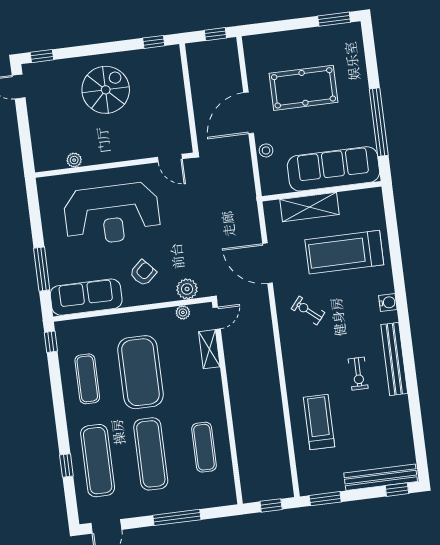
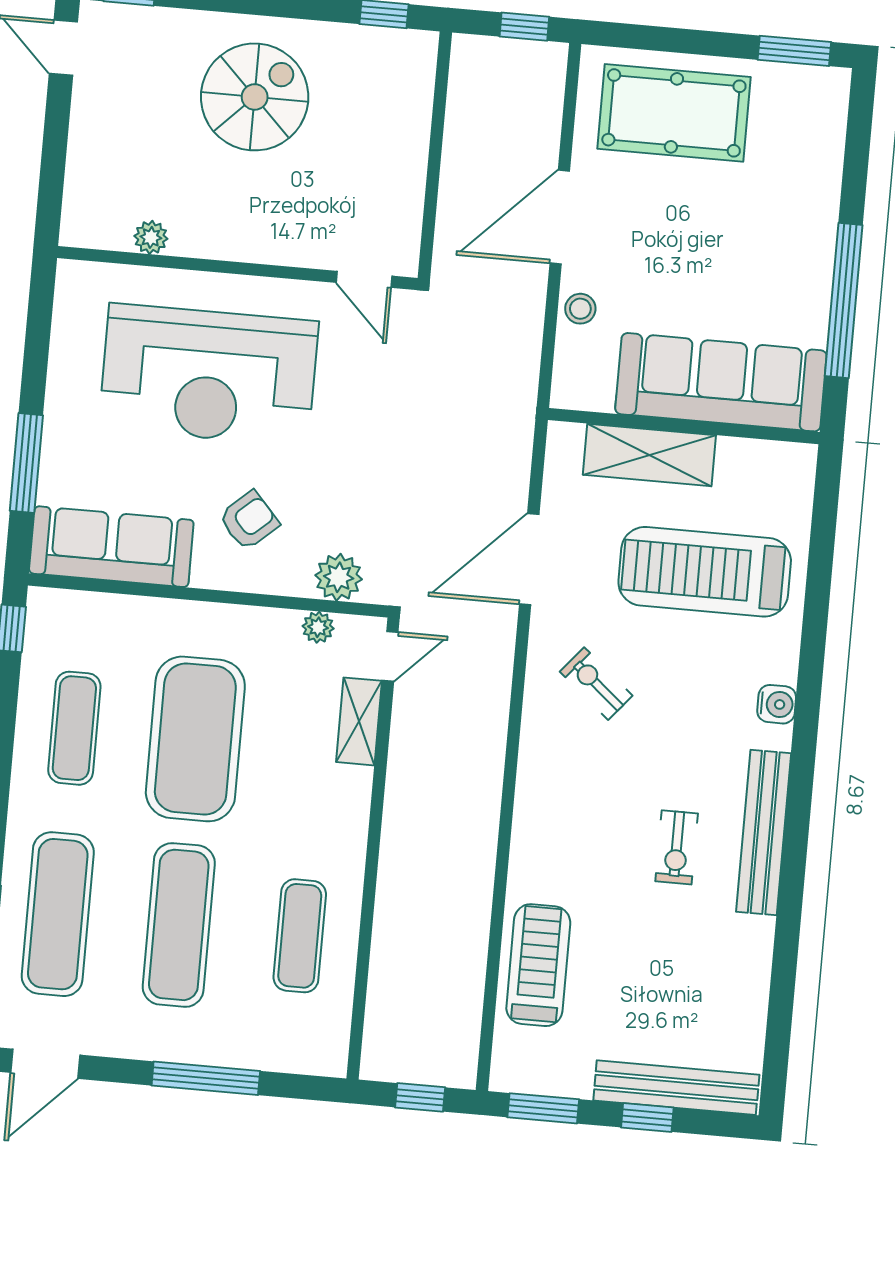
pool table: (303, 88) -> (674, 113), moved
door: (268, 263) -> (529, 559), hinge flipped
treadmill: (319, 422) -> (538, 965), moved
window: (397, 490) -> (647, 1118), moved

